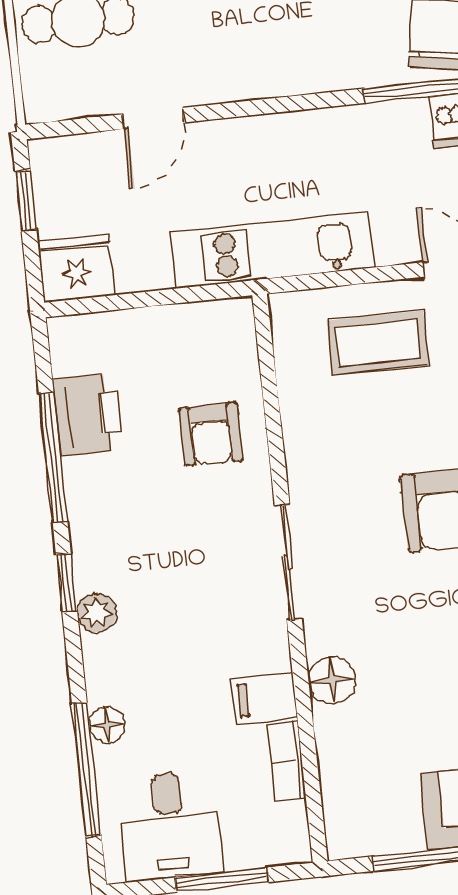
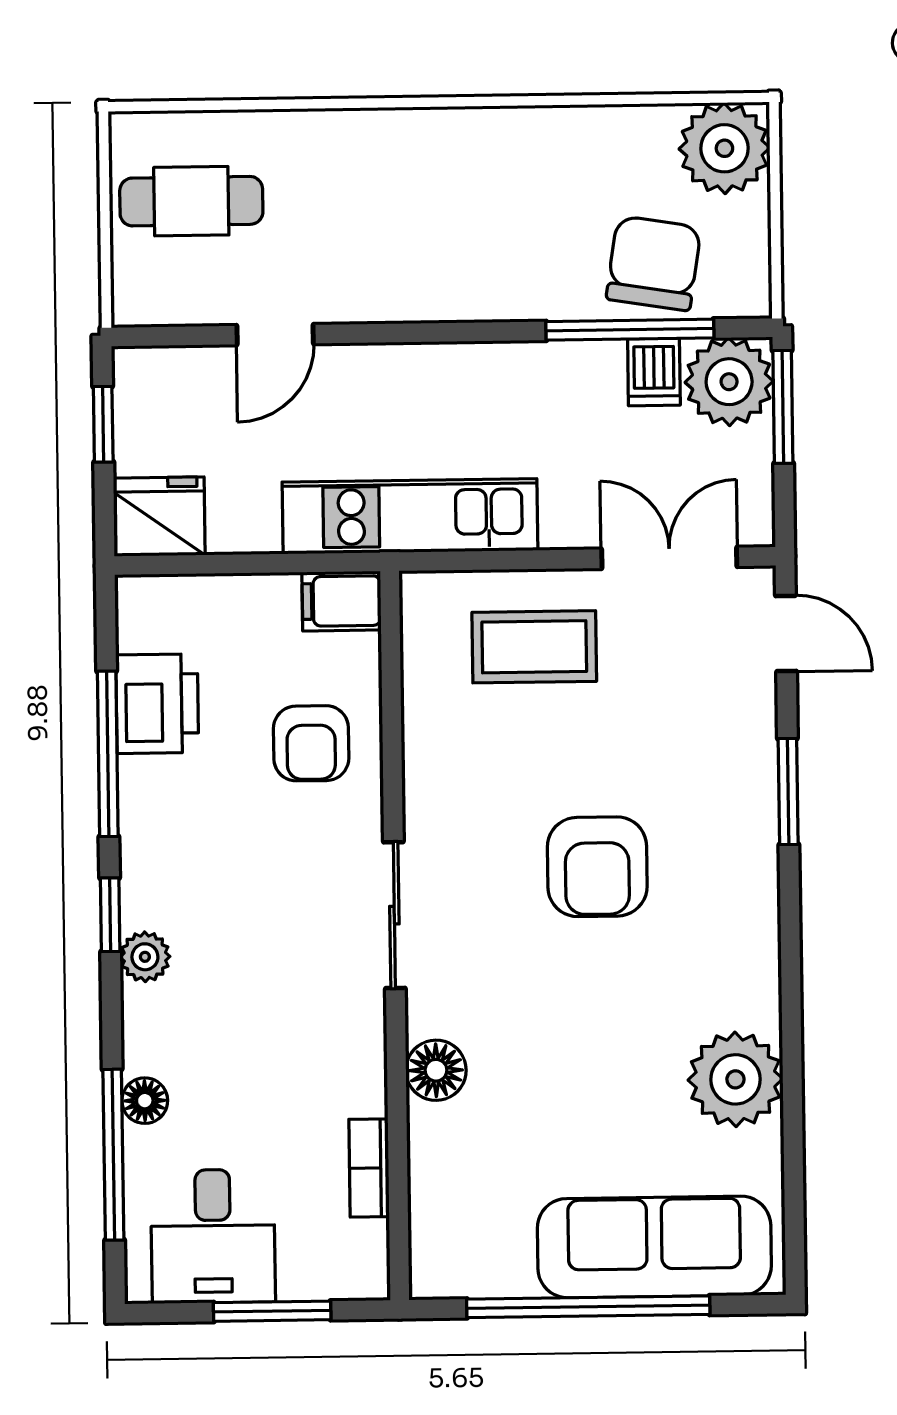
filing cabinet: (265, 698) -> (342, 601), moved

